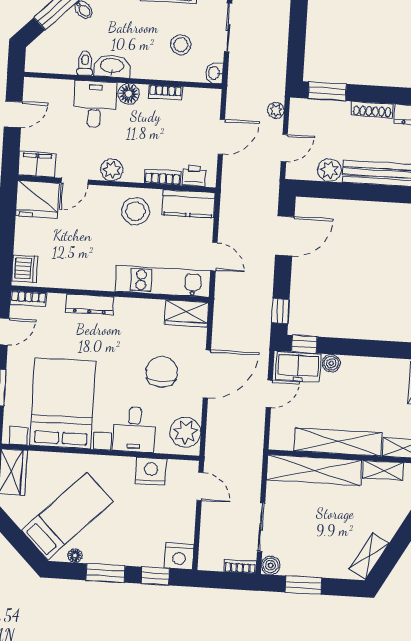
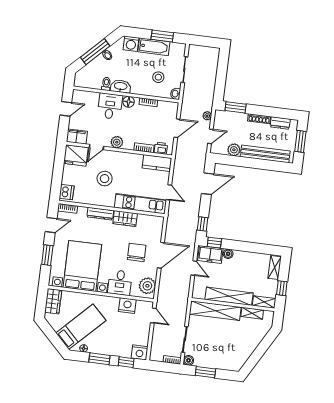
stool: (135, 211) -> (105, 179), moved
wardrobe: (187, 313) -> (125, 219), moved
door: (269, 394) -> (194, 268), hinge flipped
shelving: (369, 556) -> (242, 359), removed

